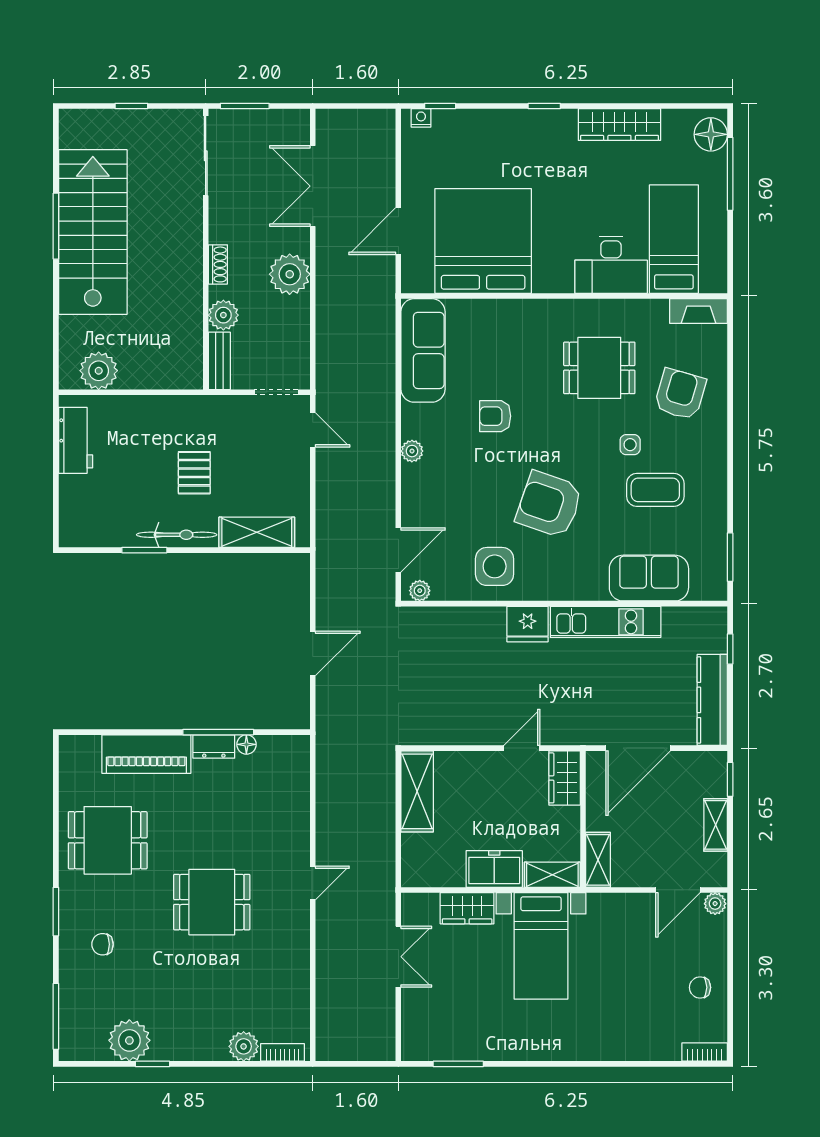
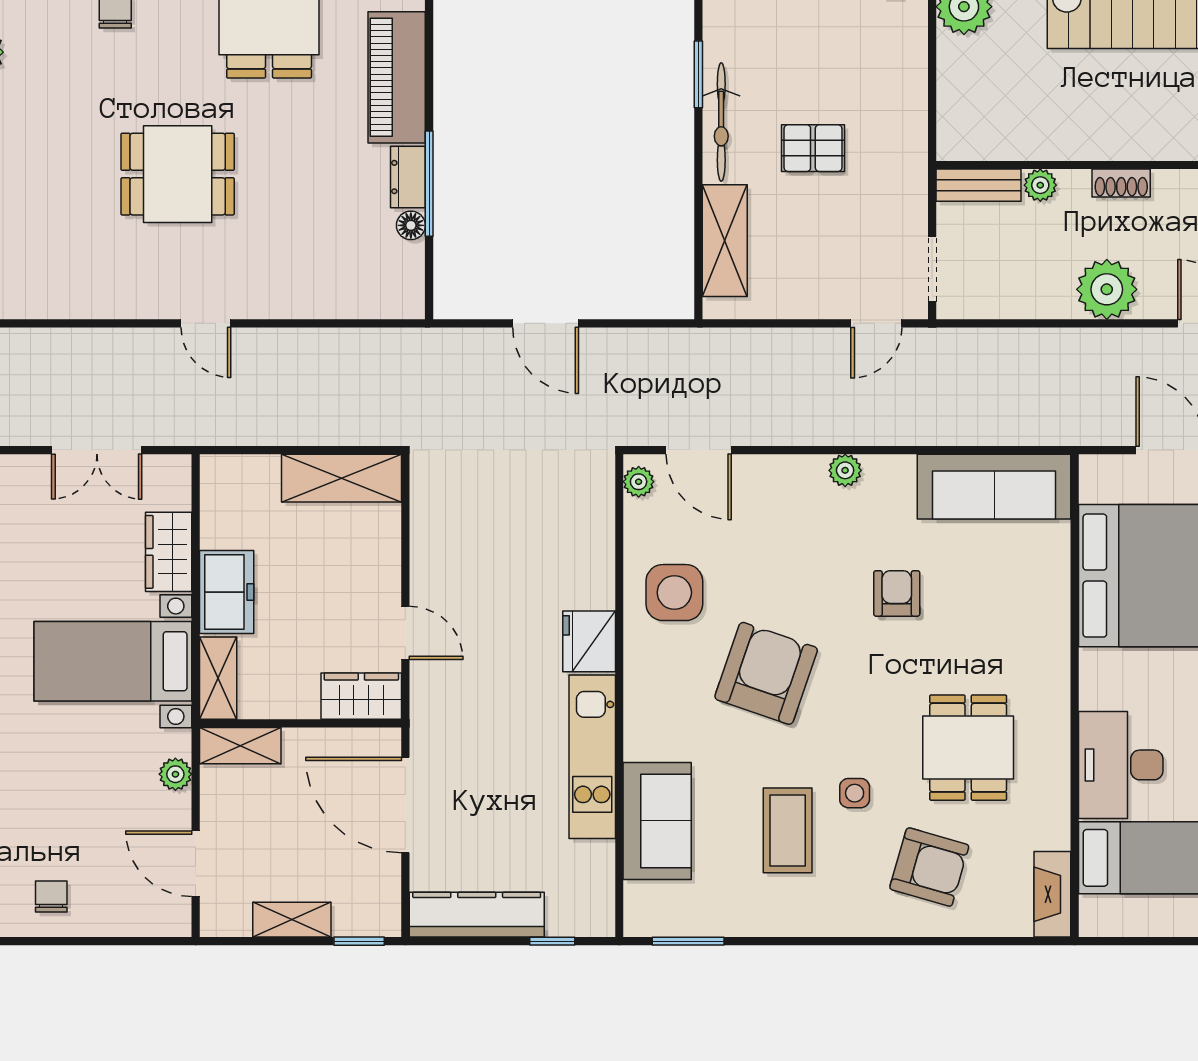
plant: (223, 315) -> (1040, 185), width x0.73, depth x0.73
dining table: (212, 902) -> (178, 174), turned 90
plant: (715, 904) -> (175, 774), moved

